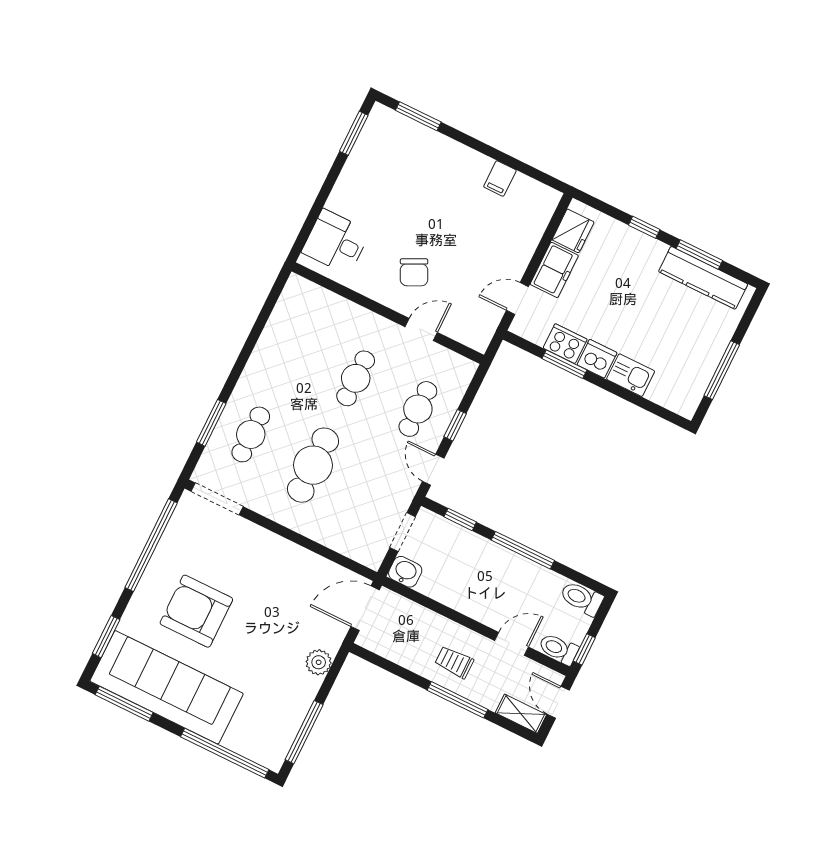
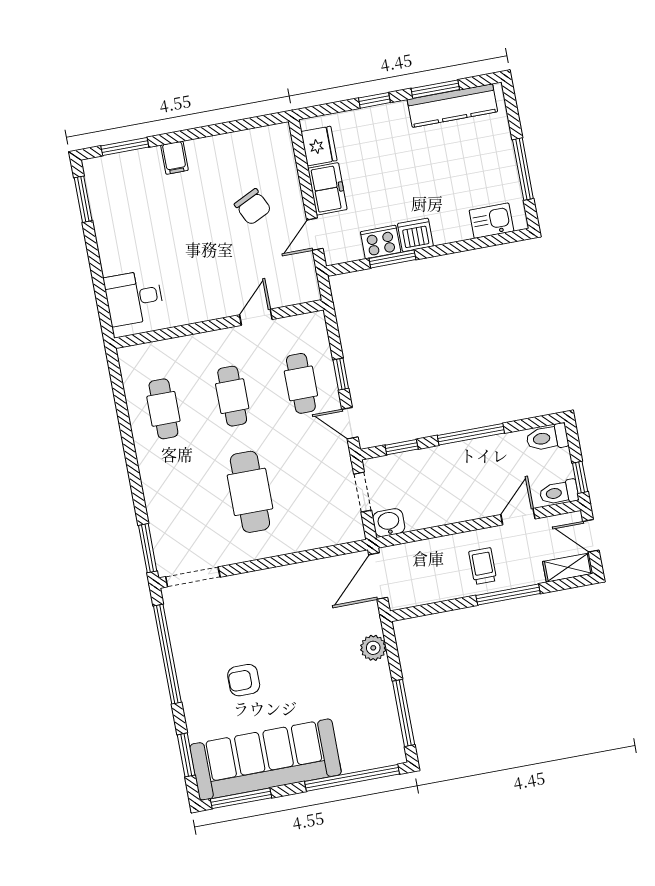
filing cabinet: (500, 178) -> (174, 158), moved
chair: (414, 272) -> (253, 207), moved
kitchen sink: (631, 375) -> (491, 221), moved
window: (211, 423) -> (148, 548), moved
cafe table: (251, 434) -> (163, 409), moved
armchair: (196, 611) -> (244, 680), width x0.53, depth x0.53
trolley: (454, 662) -> (483, 566), turned 90

